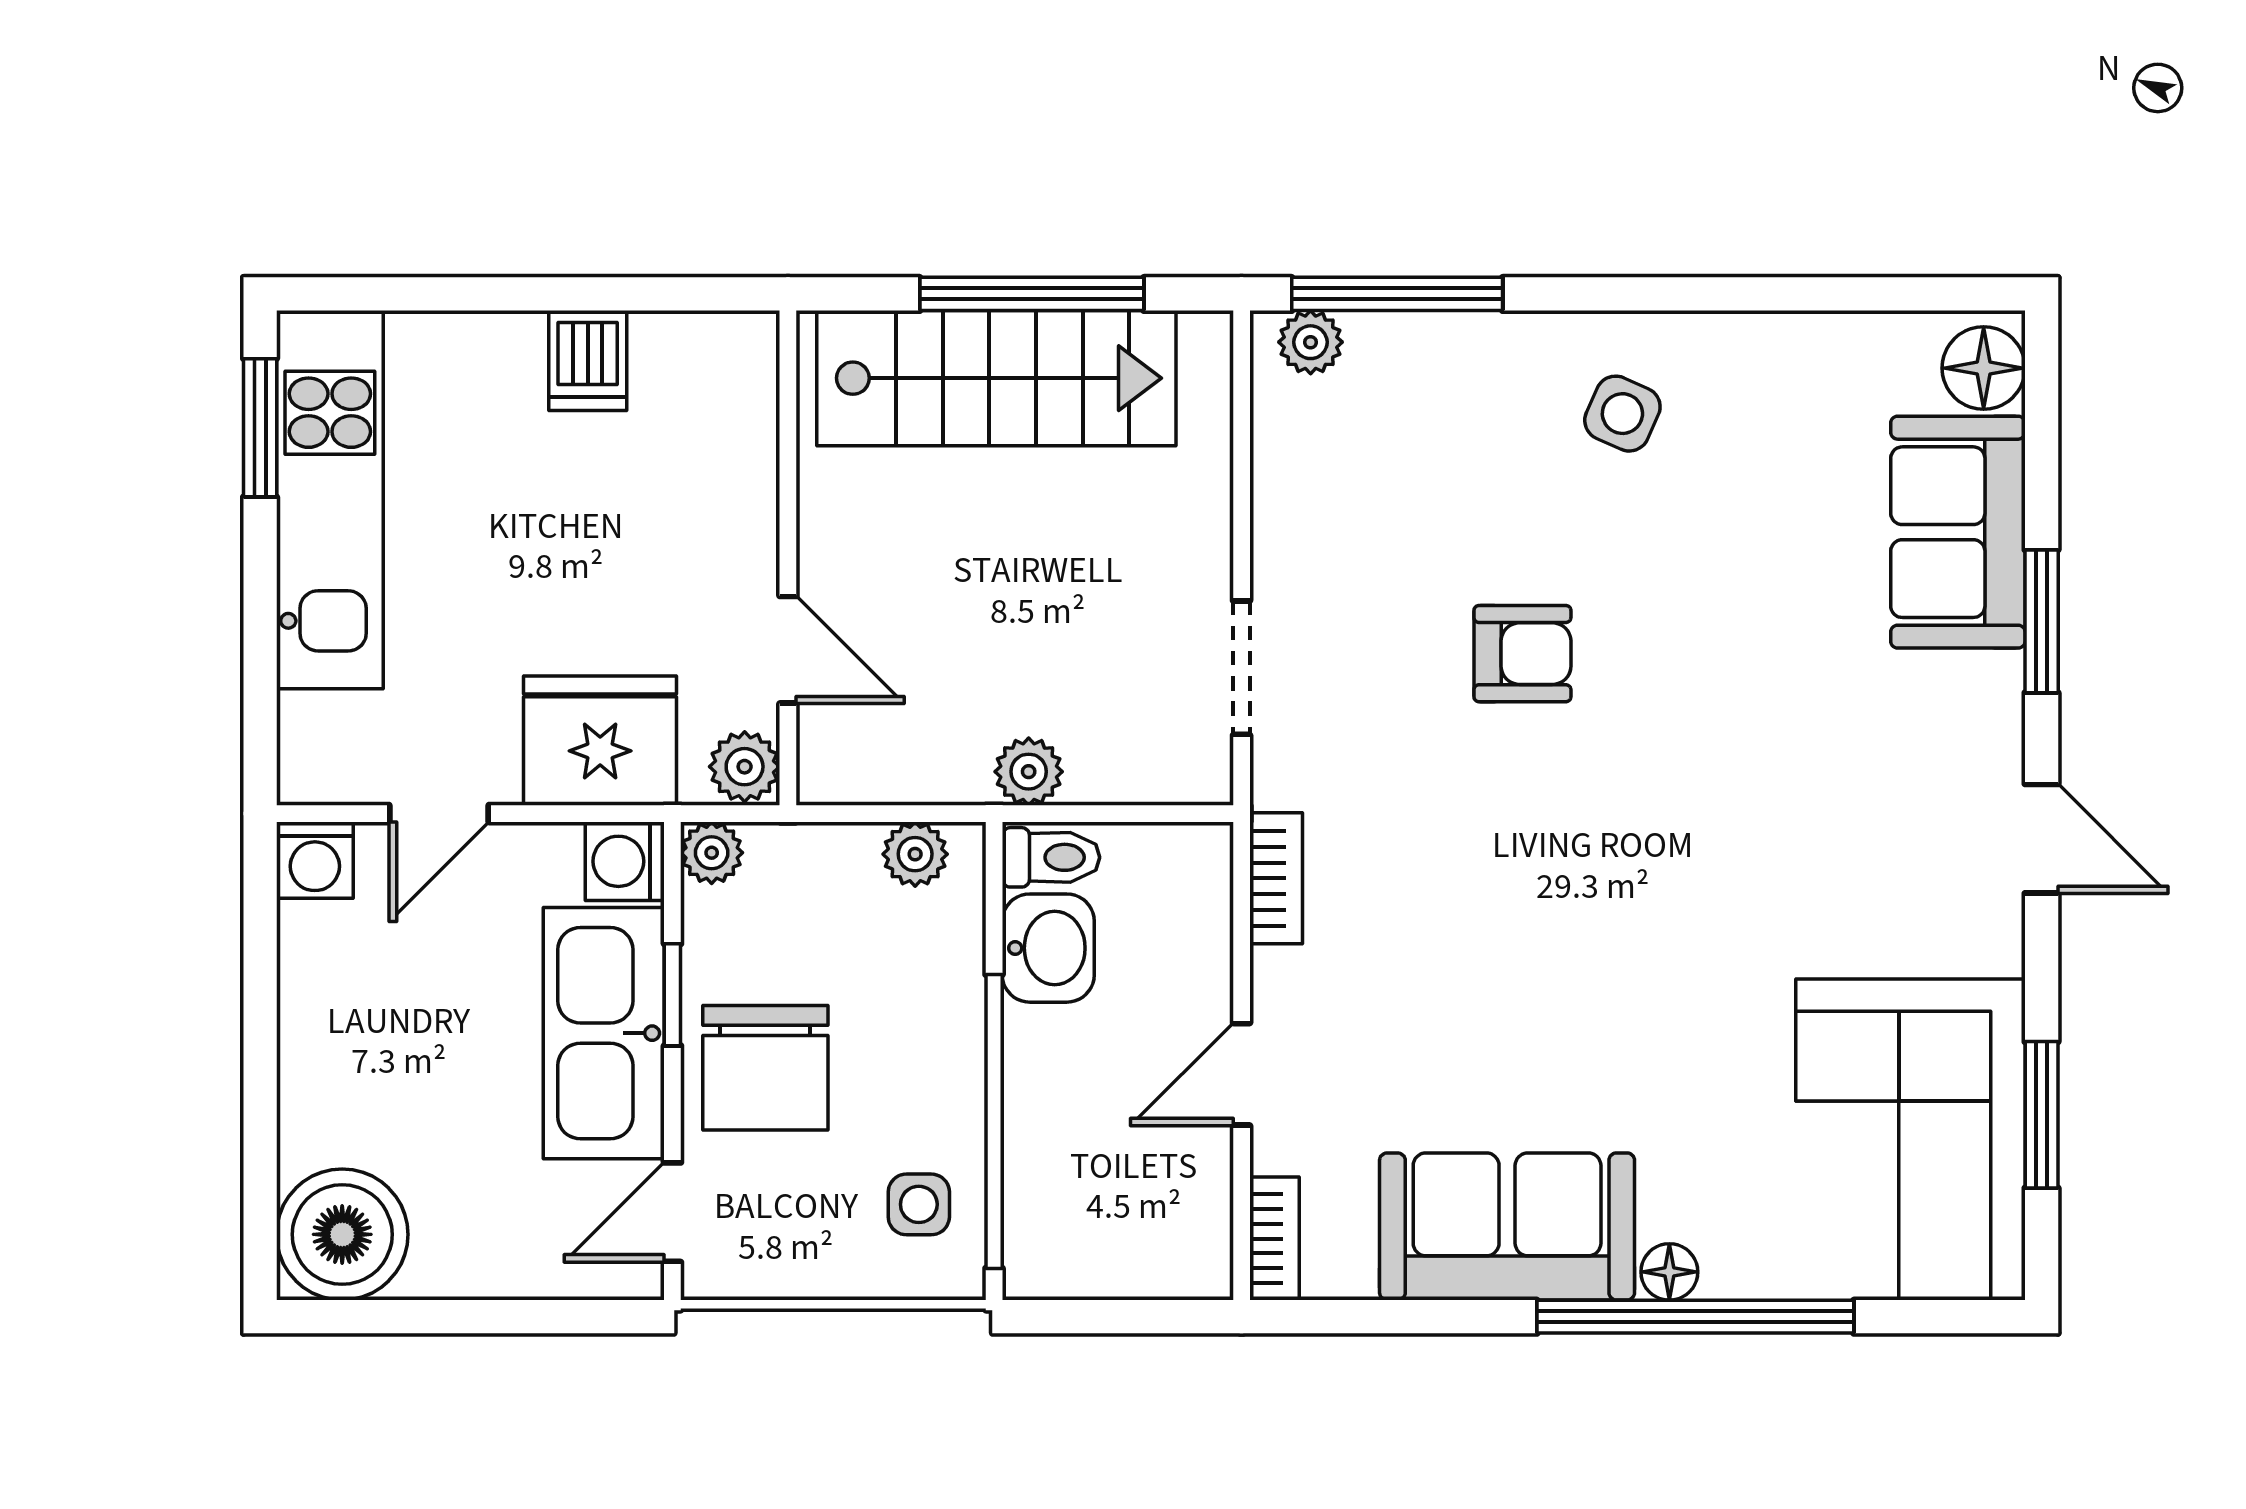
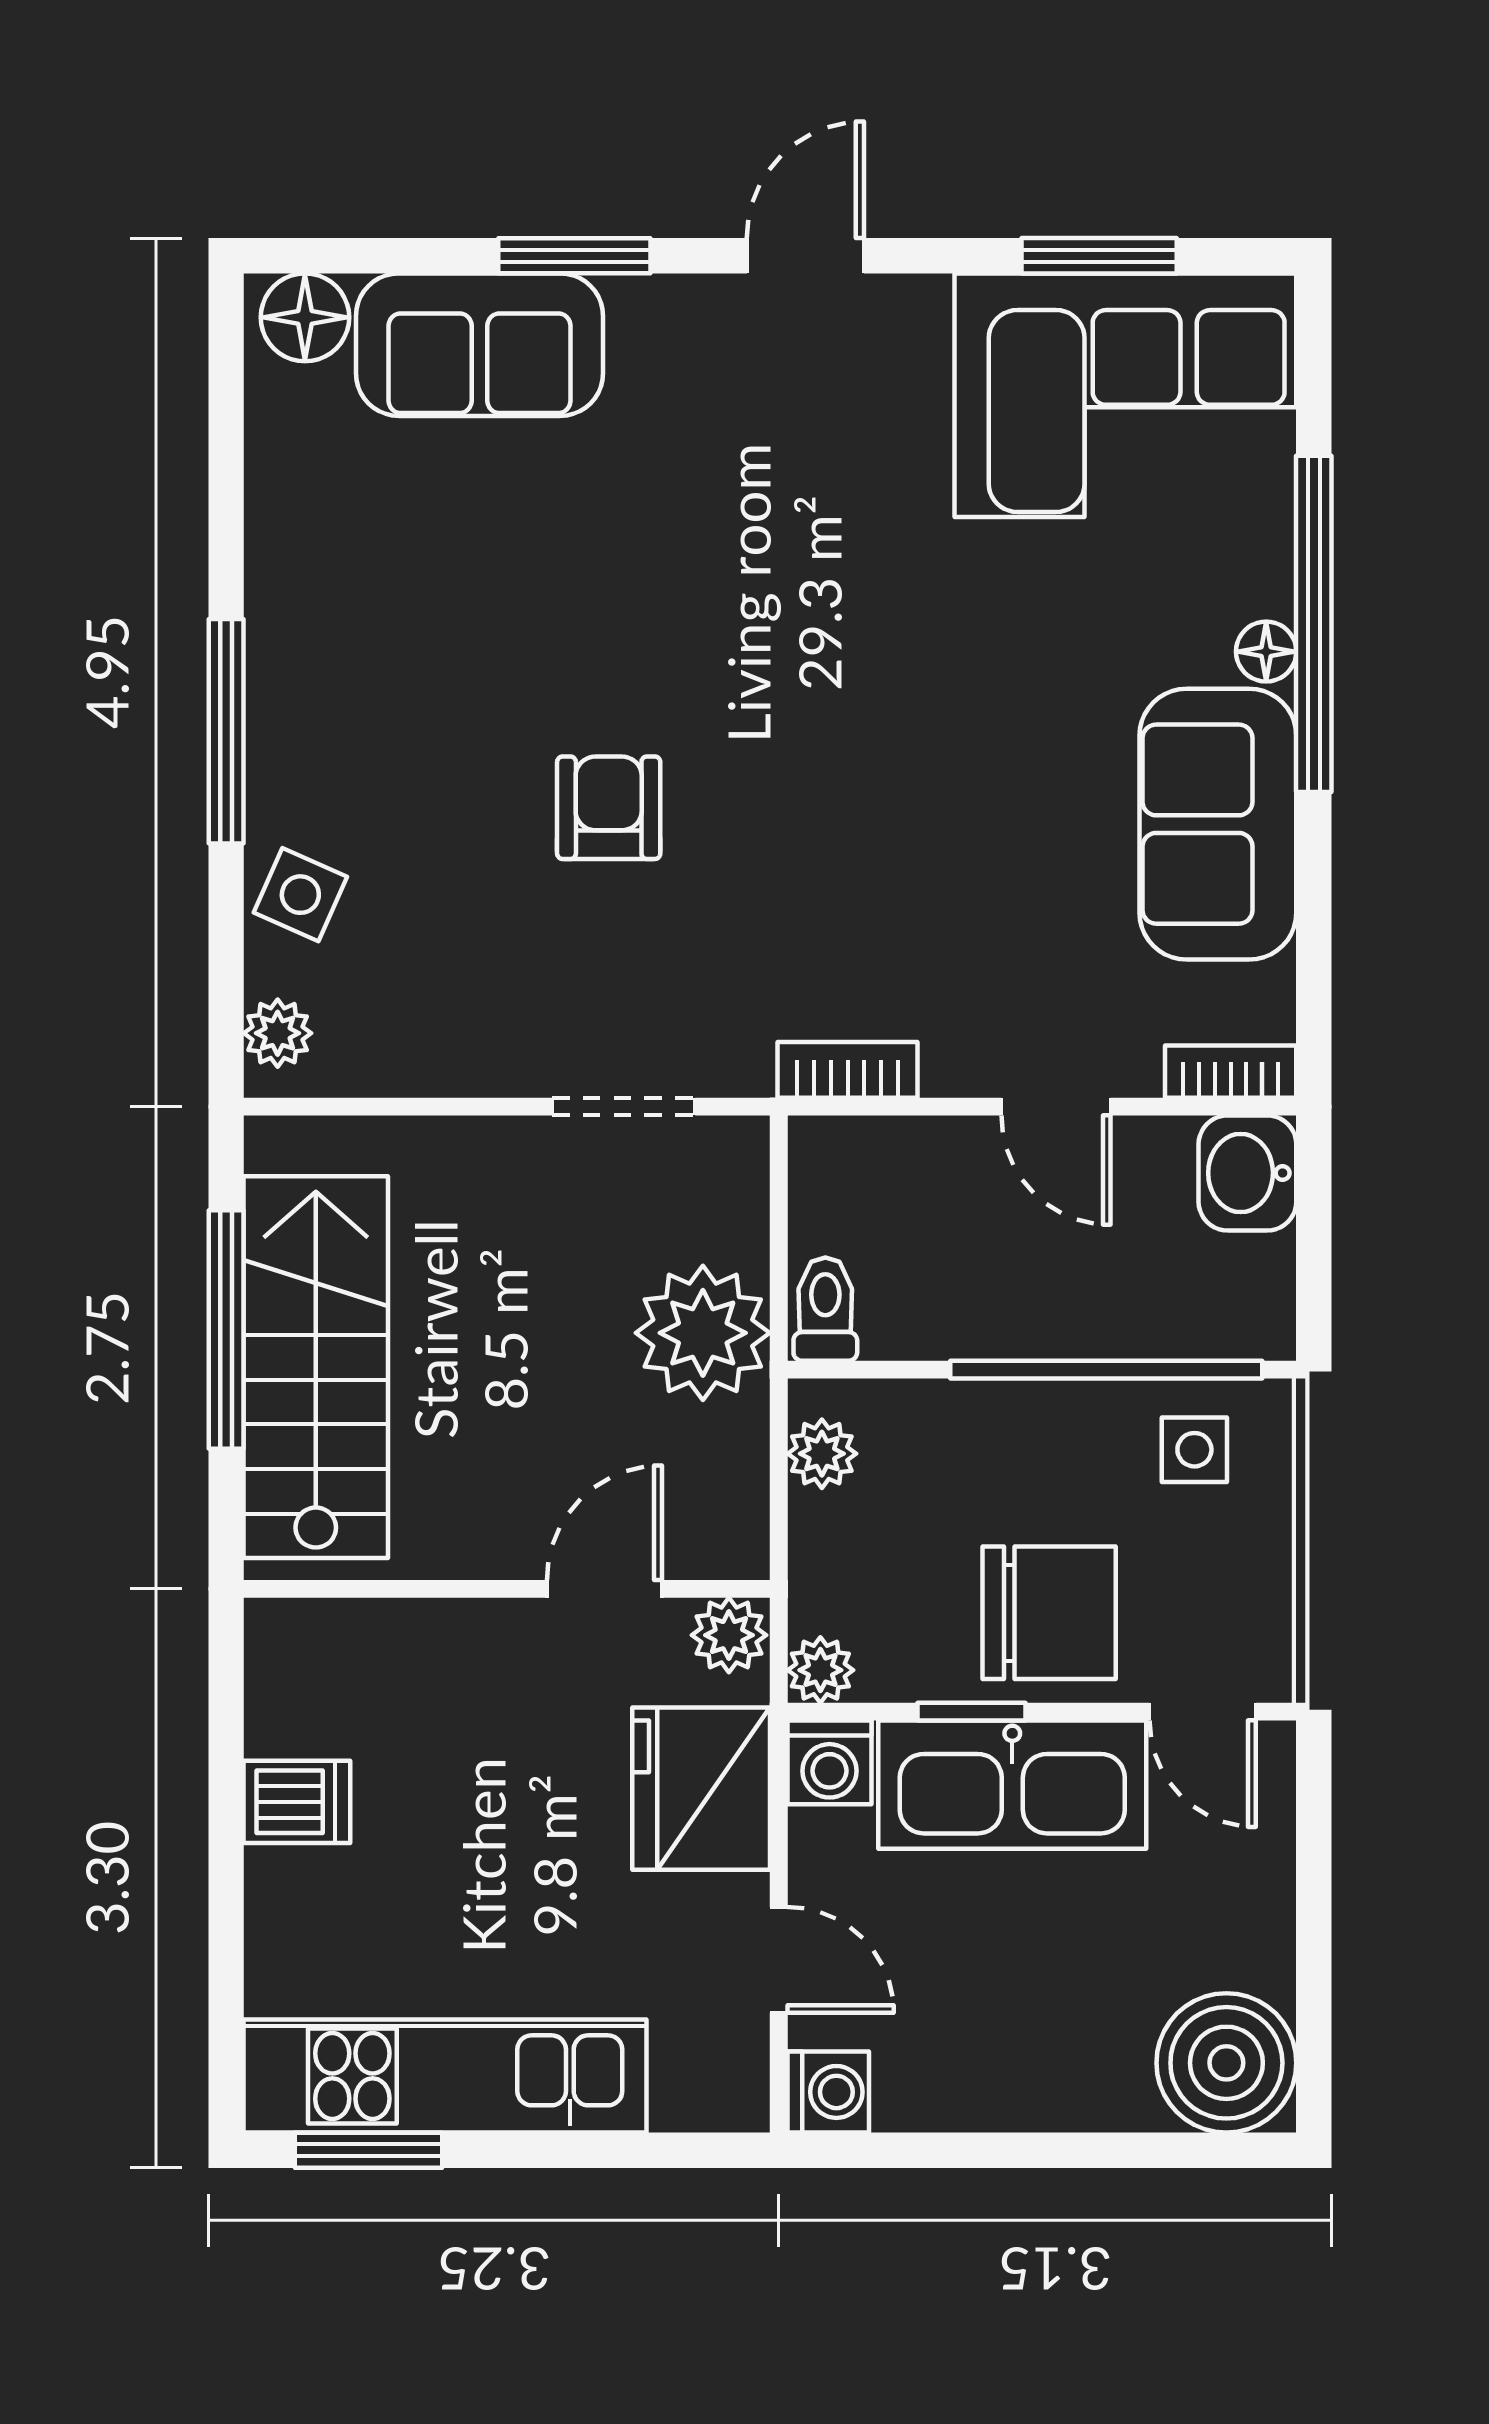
window: (1397, 294) -> (226, 731), moved
side table: (1622, 414) -> (300, 895), moved
plant: (1029, 772) -> (703, 1333), width x1.87, depth x1.87
washbasin: (1048, 948) -> (1247, 1173), moved, turned -90

